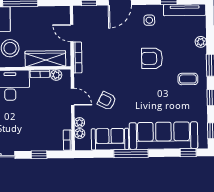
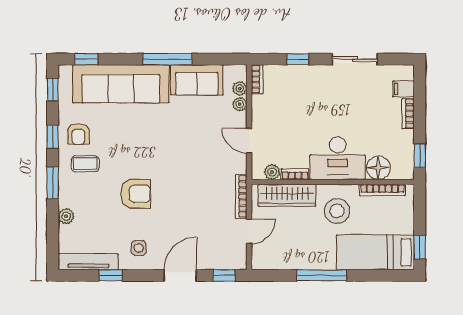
door: (72, 33) -> (249, 231), hinge flipped
armchair: (107, 101) -> (78, 134), moved, turned 63

